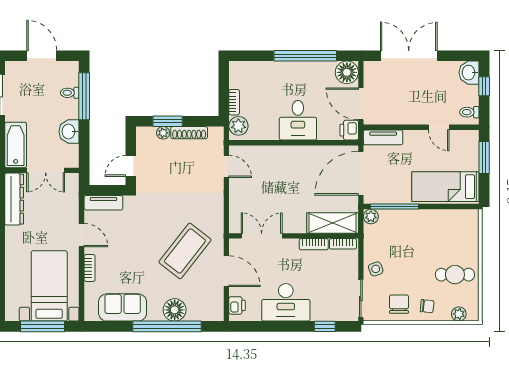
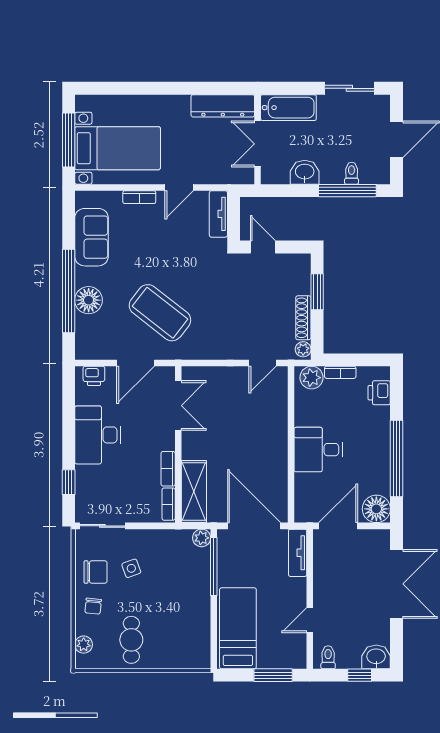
printer: (349, 130) -> (379, 393), moved, turned -90
plant: (163, 133) -> (303, 349), moved
side table: (376, 269) -> (131, 568), moved

